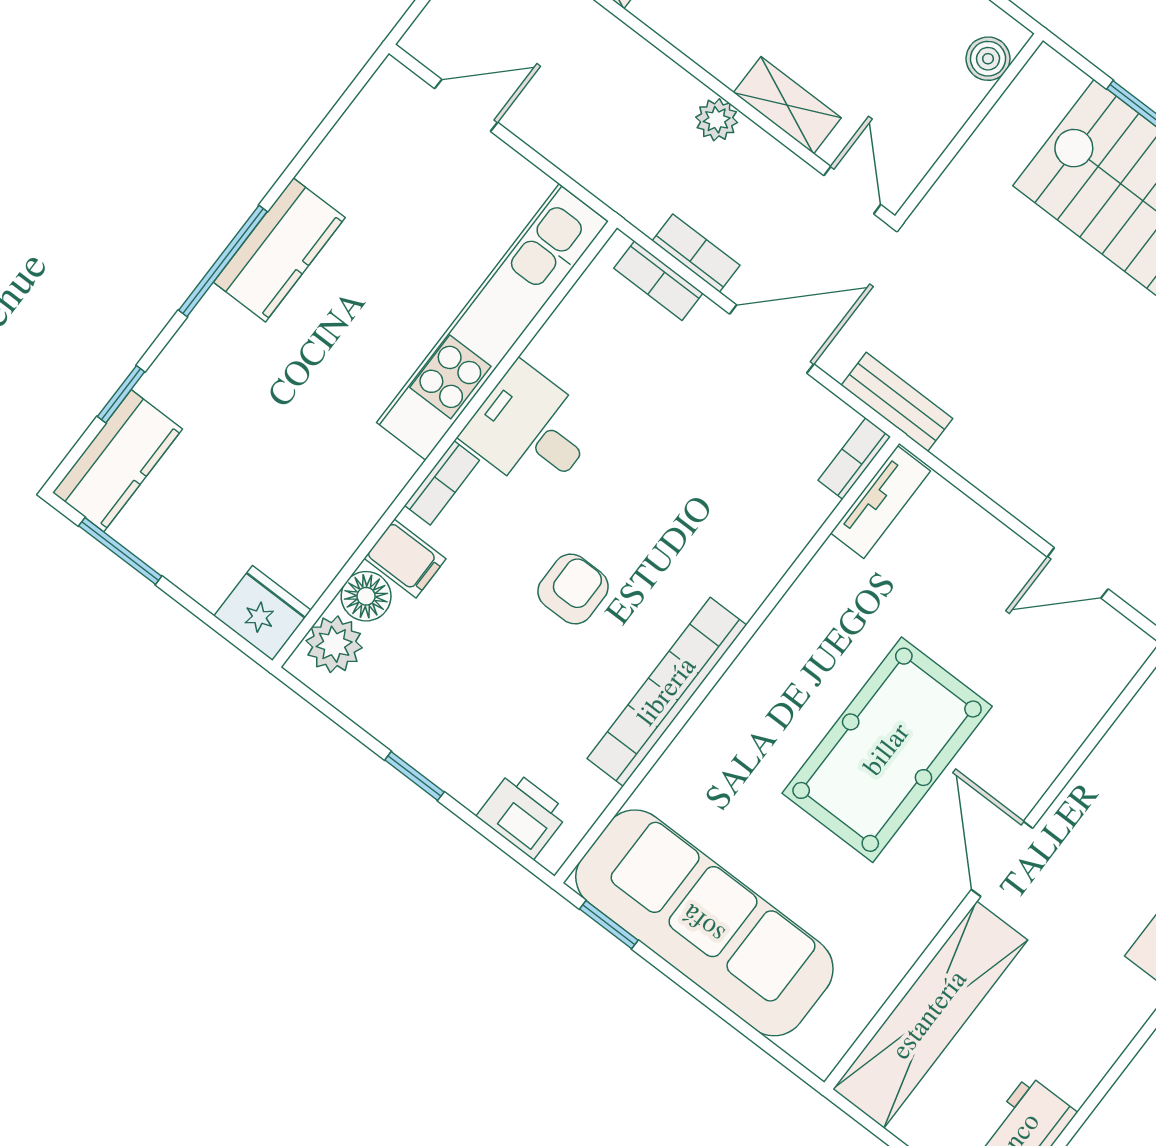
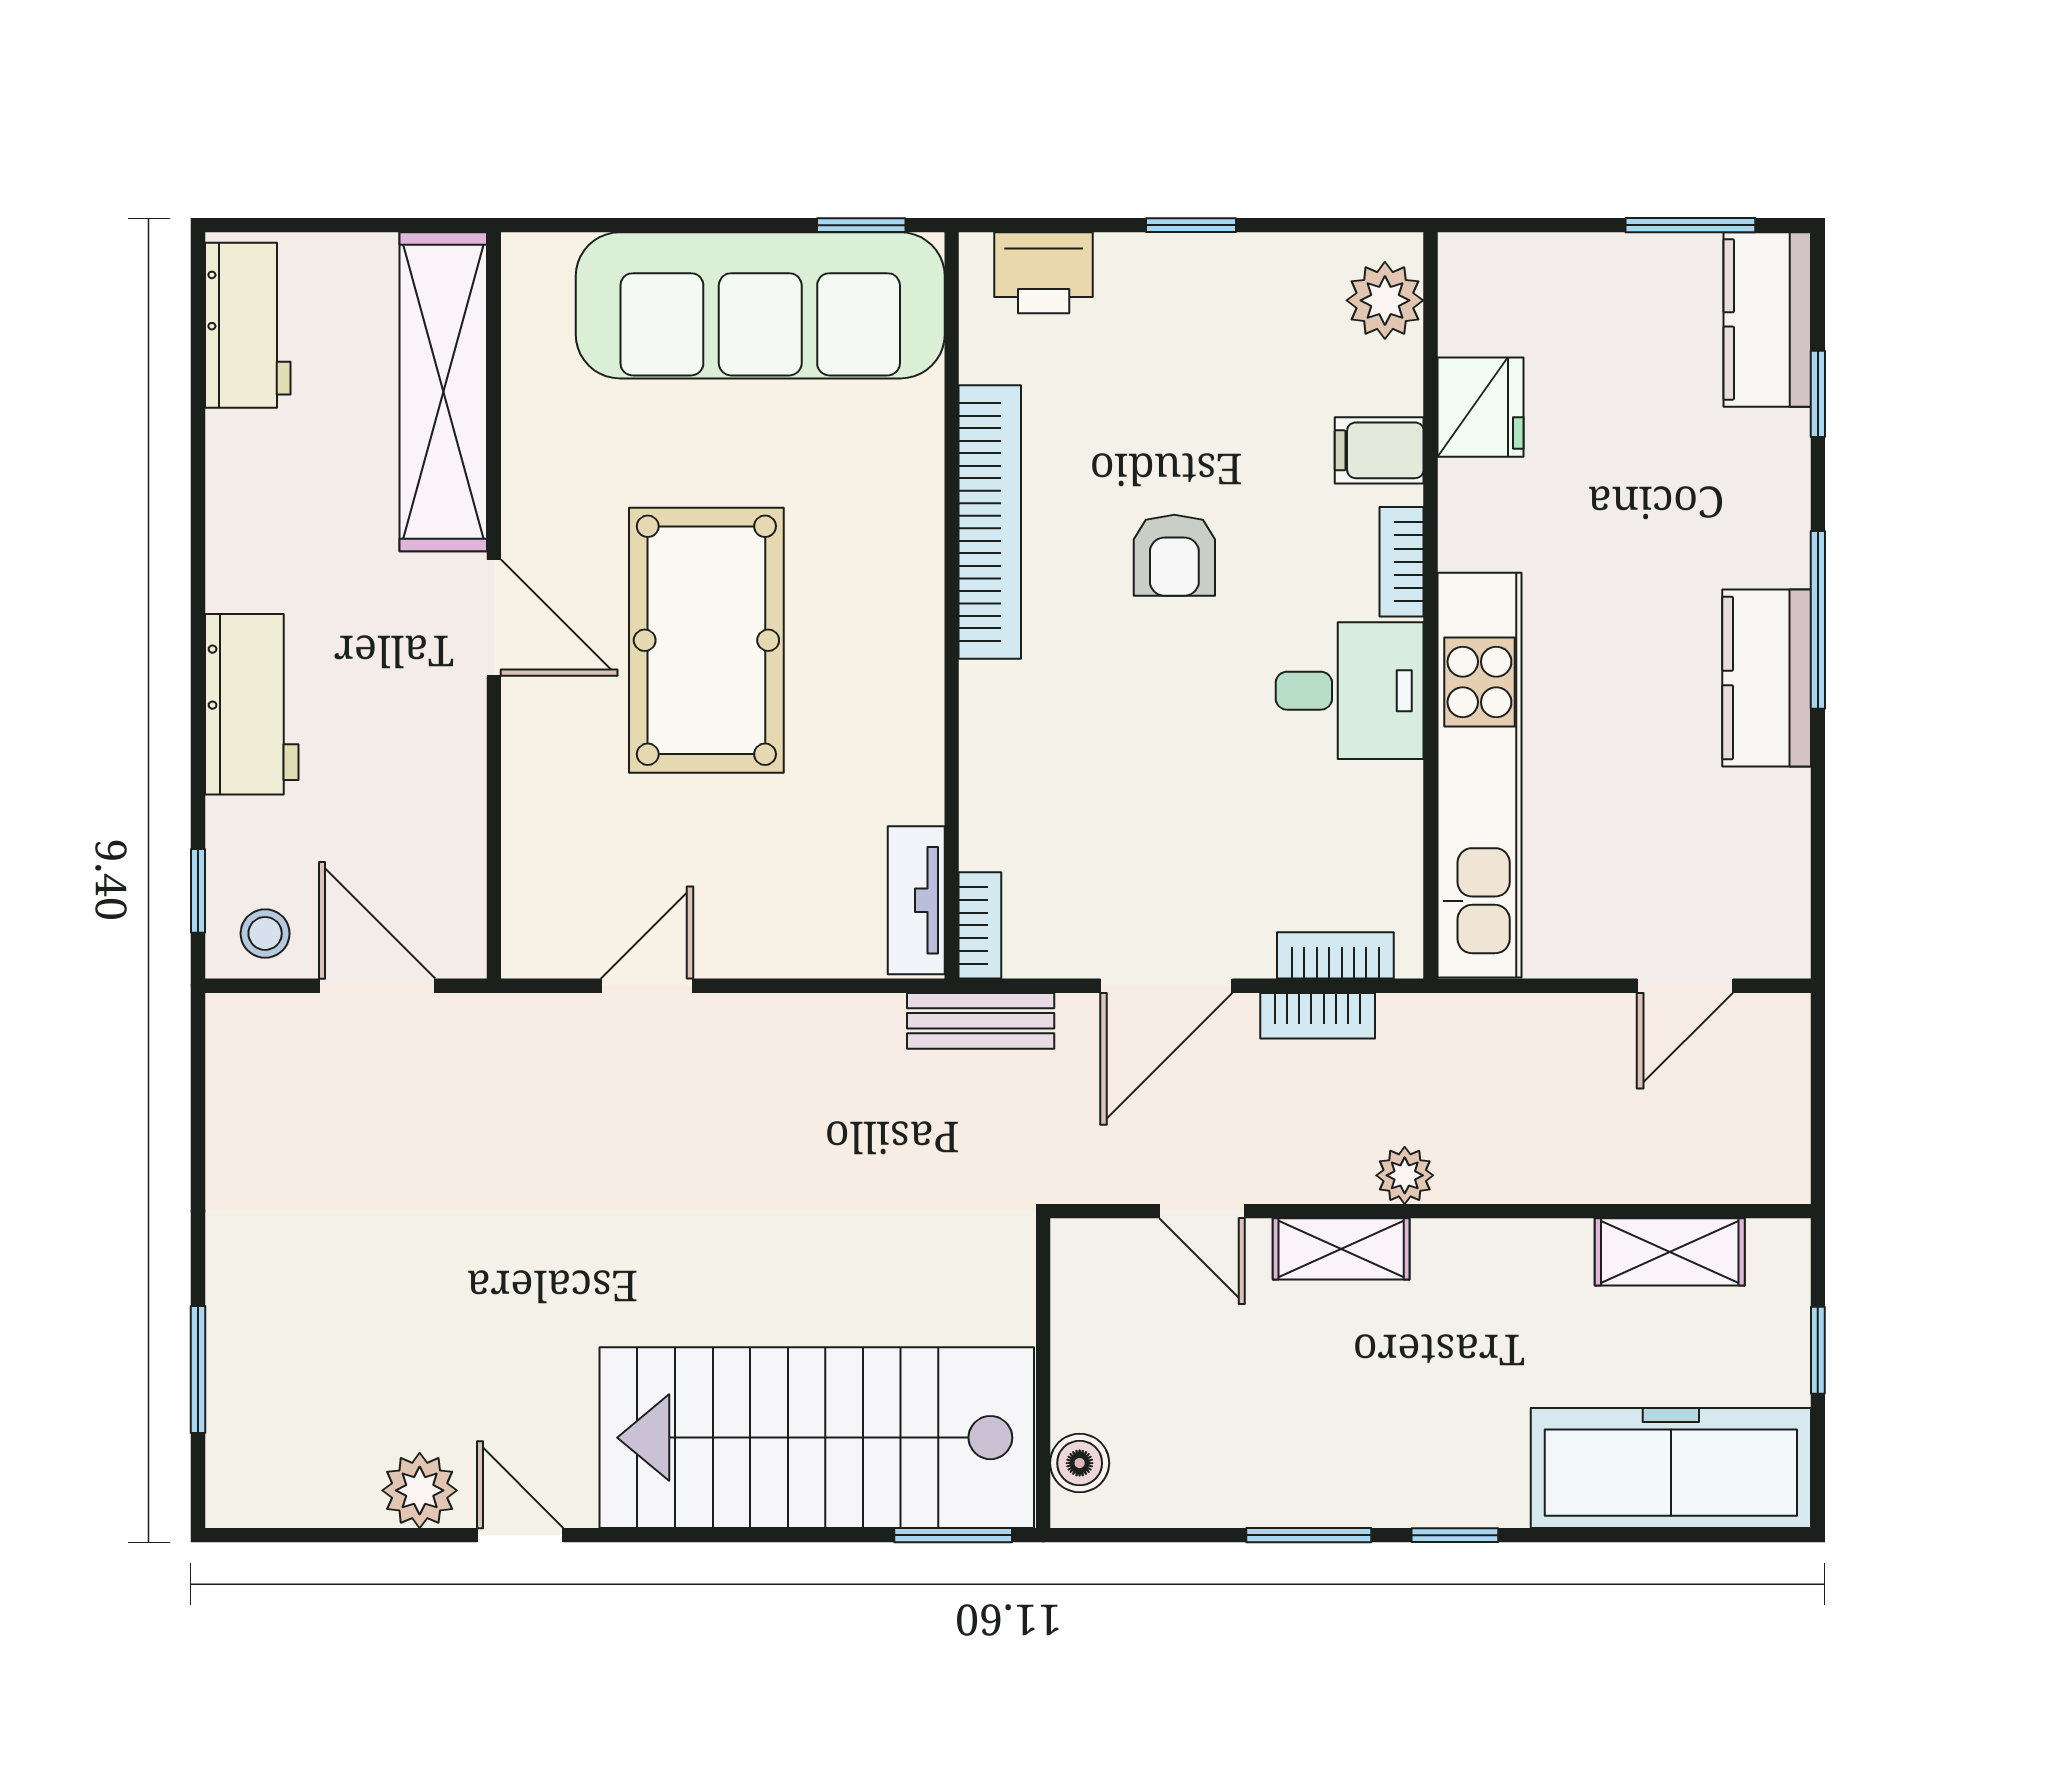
boiler: (988, 59) -> (1080, 1463), moved
wall: (969, 128) -> (1043, 1373), moved
floor lamp: (366, 596) -> (1390, 378), removed
fridge: (262, 613) -> (1480, 407), moved, turned -90

